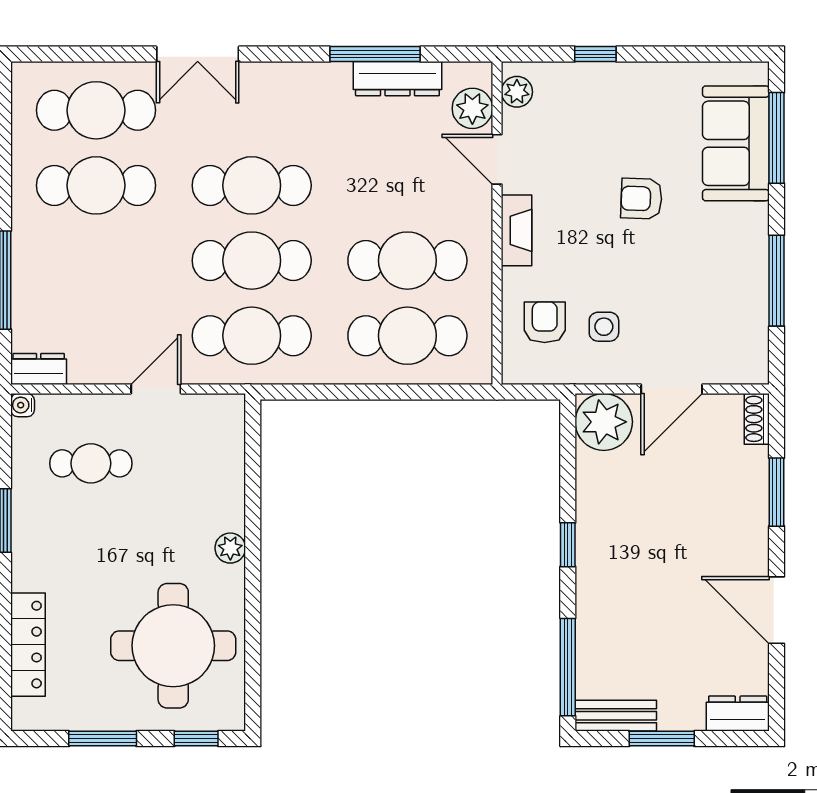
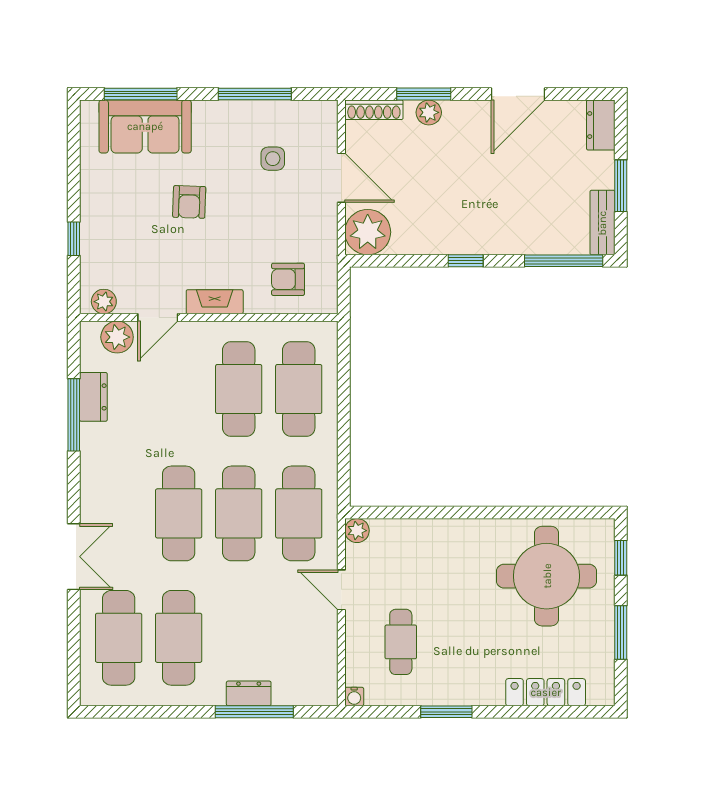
dresser: (397, 79) -> (93, 397), width x0.70
side table: (604, 327) -> (273, 159), moved
dresser: (39, 369) -> (249, 693), moved, turned 90
shoe rack: (757, 419) -> (374, 110), width x1.43
plant: (753, 498) -> (429, 112), added
plant: (230, 548) -> (357, 531), moved

